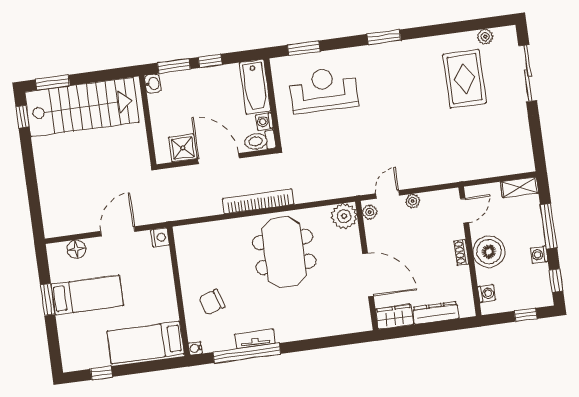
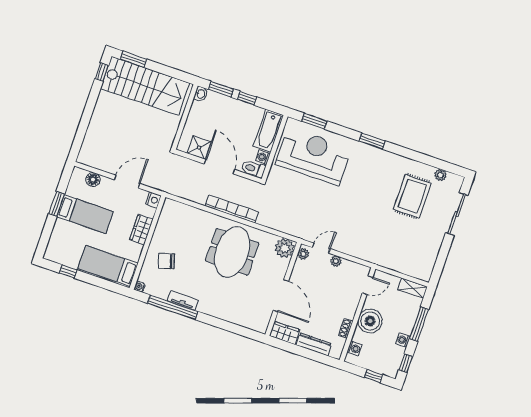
reception desk: (323, 90) -> (313, 156), width x1.36, depth x1.30
shoe rack: (461, 252) -> (346, 328), moved
wardrobe: (163, 280) -> (141, 230), added

